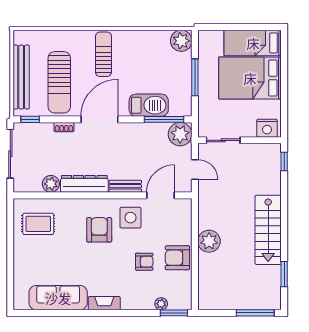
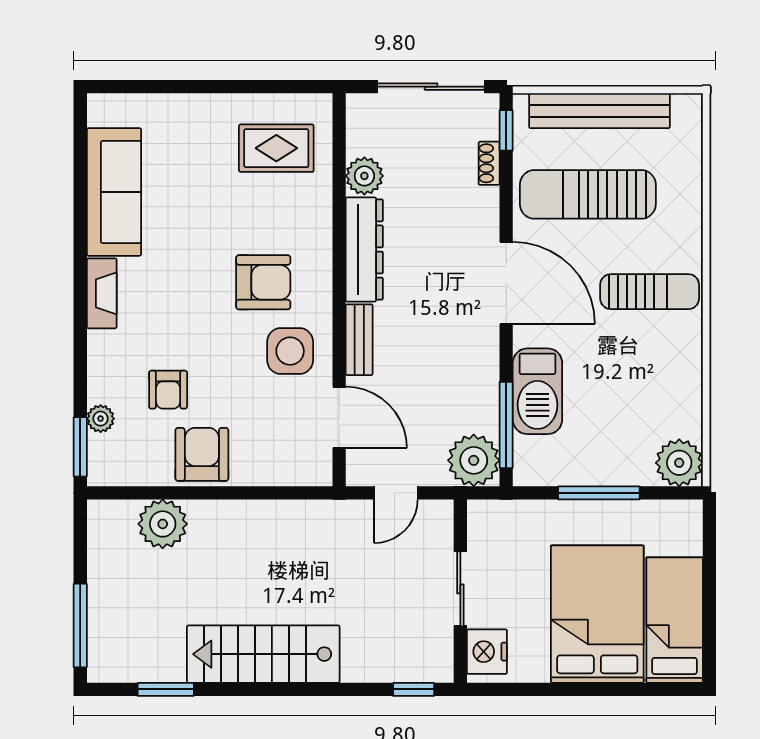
shoe rack: (64, 127) -> (489, 163), moved
sliding door: (223, 140) -> (460, 589), moved
rug: (38, 224) -> (276, 148), turned 90
plant: (209, 241) -> (163, 524), moved
armchair: (144, 262) -> (168, 390), moved

